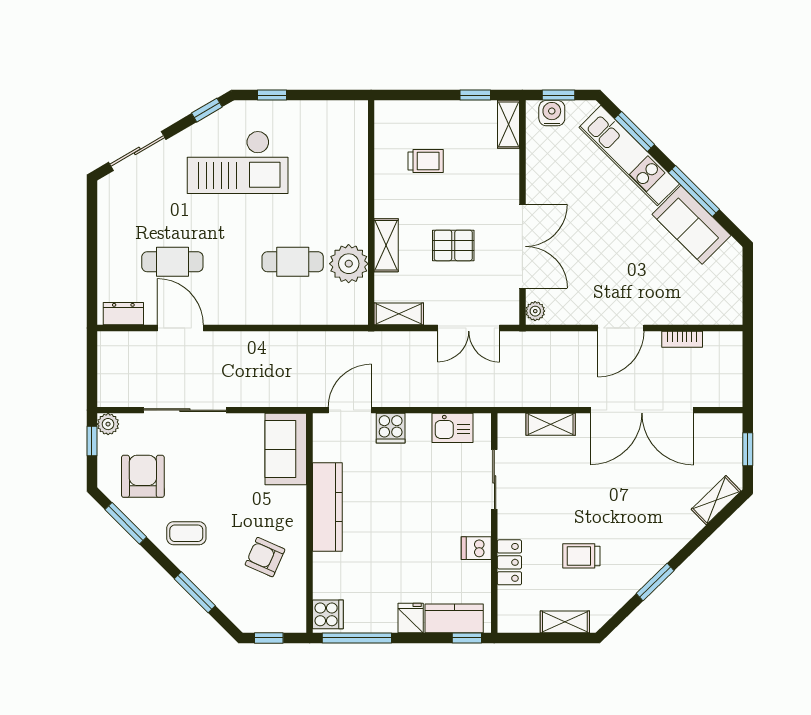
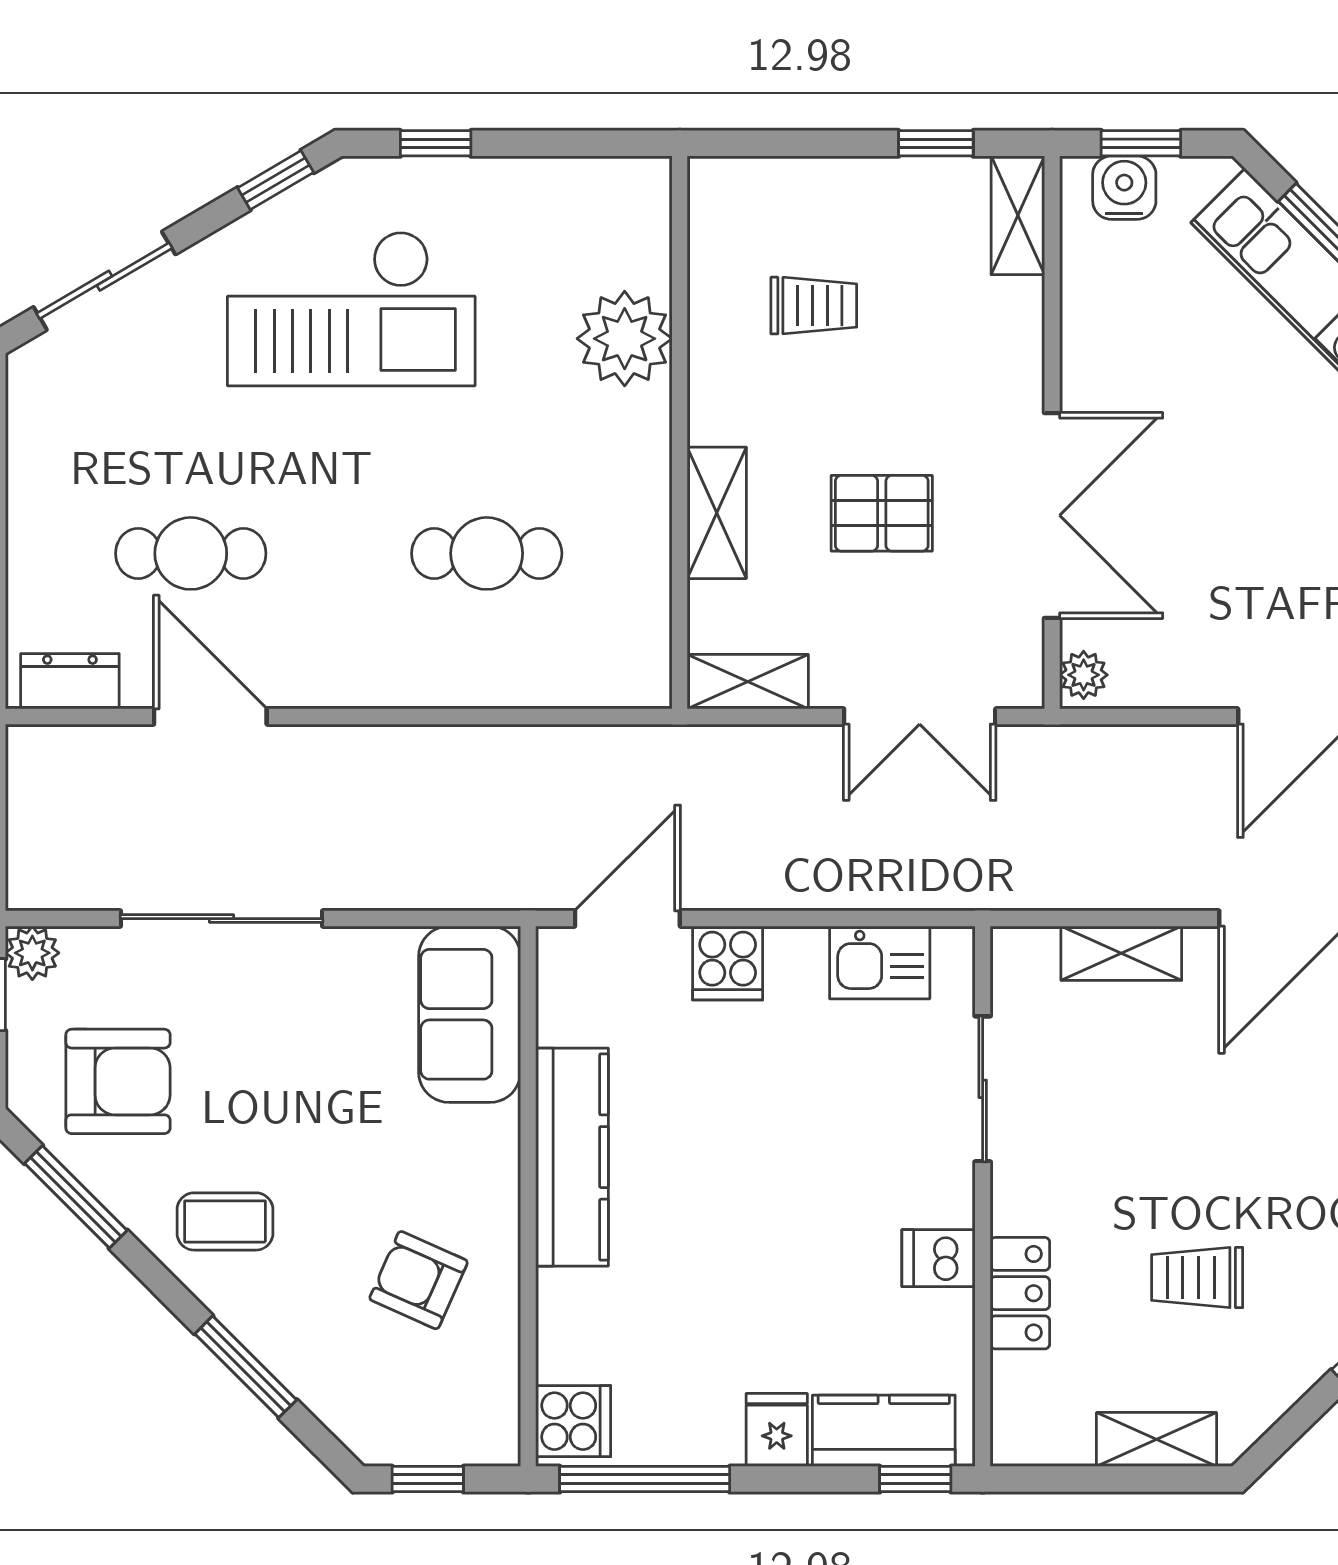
plant: (349, 264) -> (625, 339), moved
armchair: (143, 476) -> (118, 1081), turned 90

